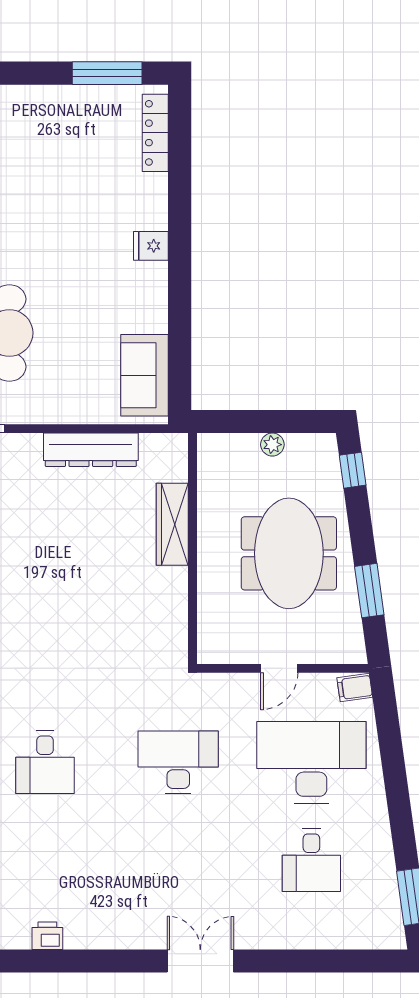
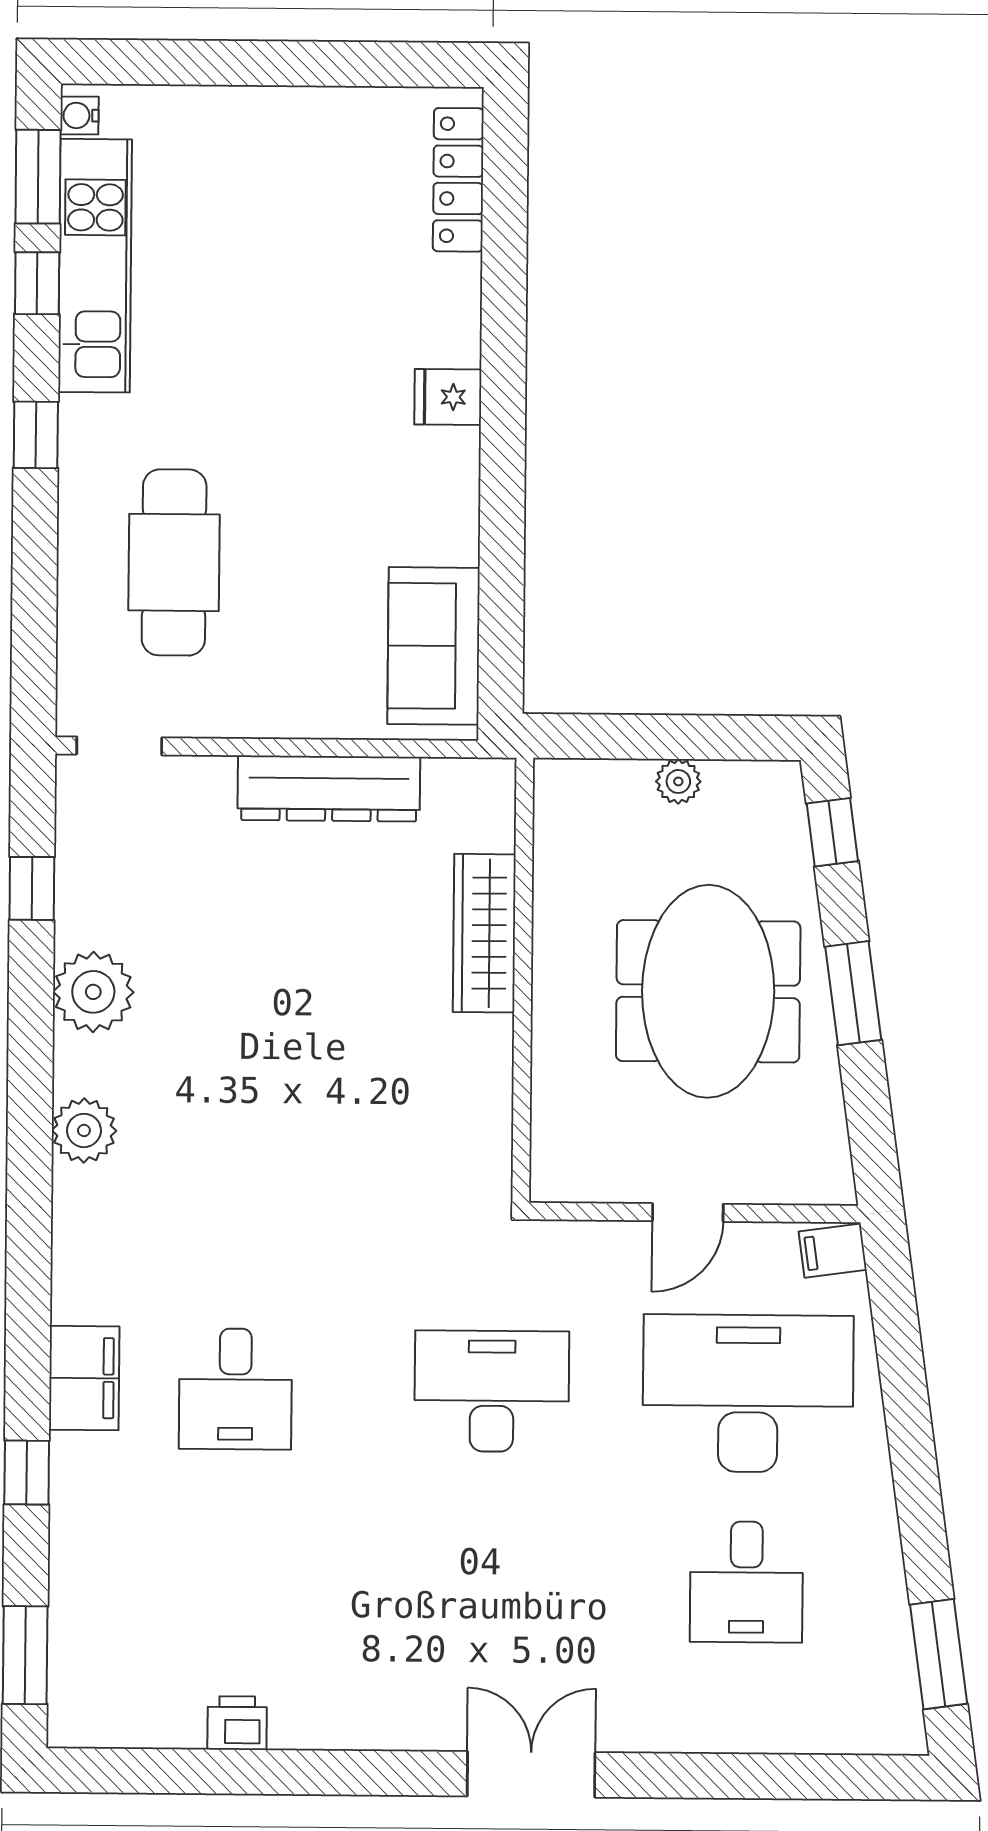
window: (107, 73) -> (367, 64), removed
window: (369, 591) -> (853, 993), moved

